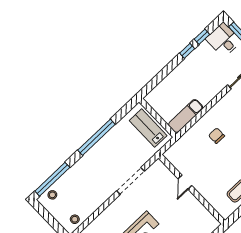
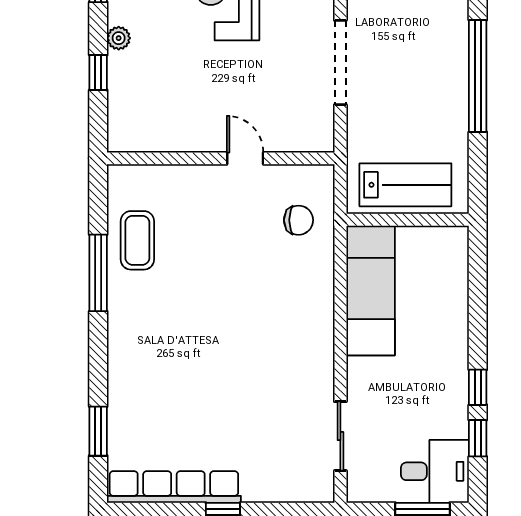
exam couch: (186, 116) -> (371, 290), width x1.36, depth x1.45
chair: (217, 136) -> (299, 220), moved

